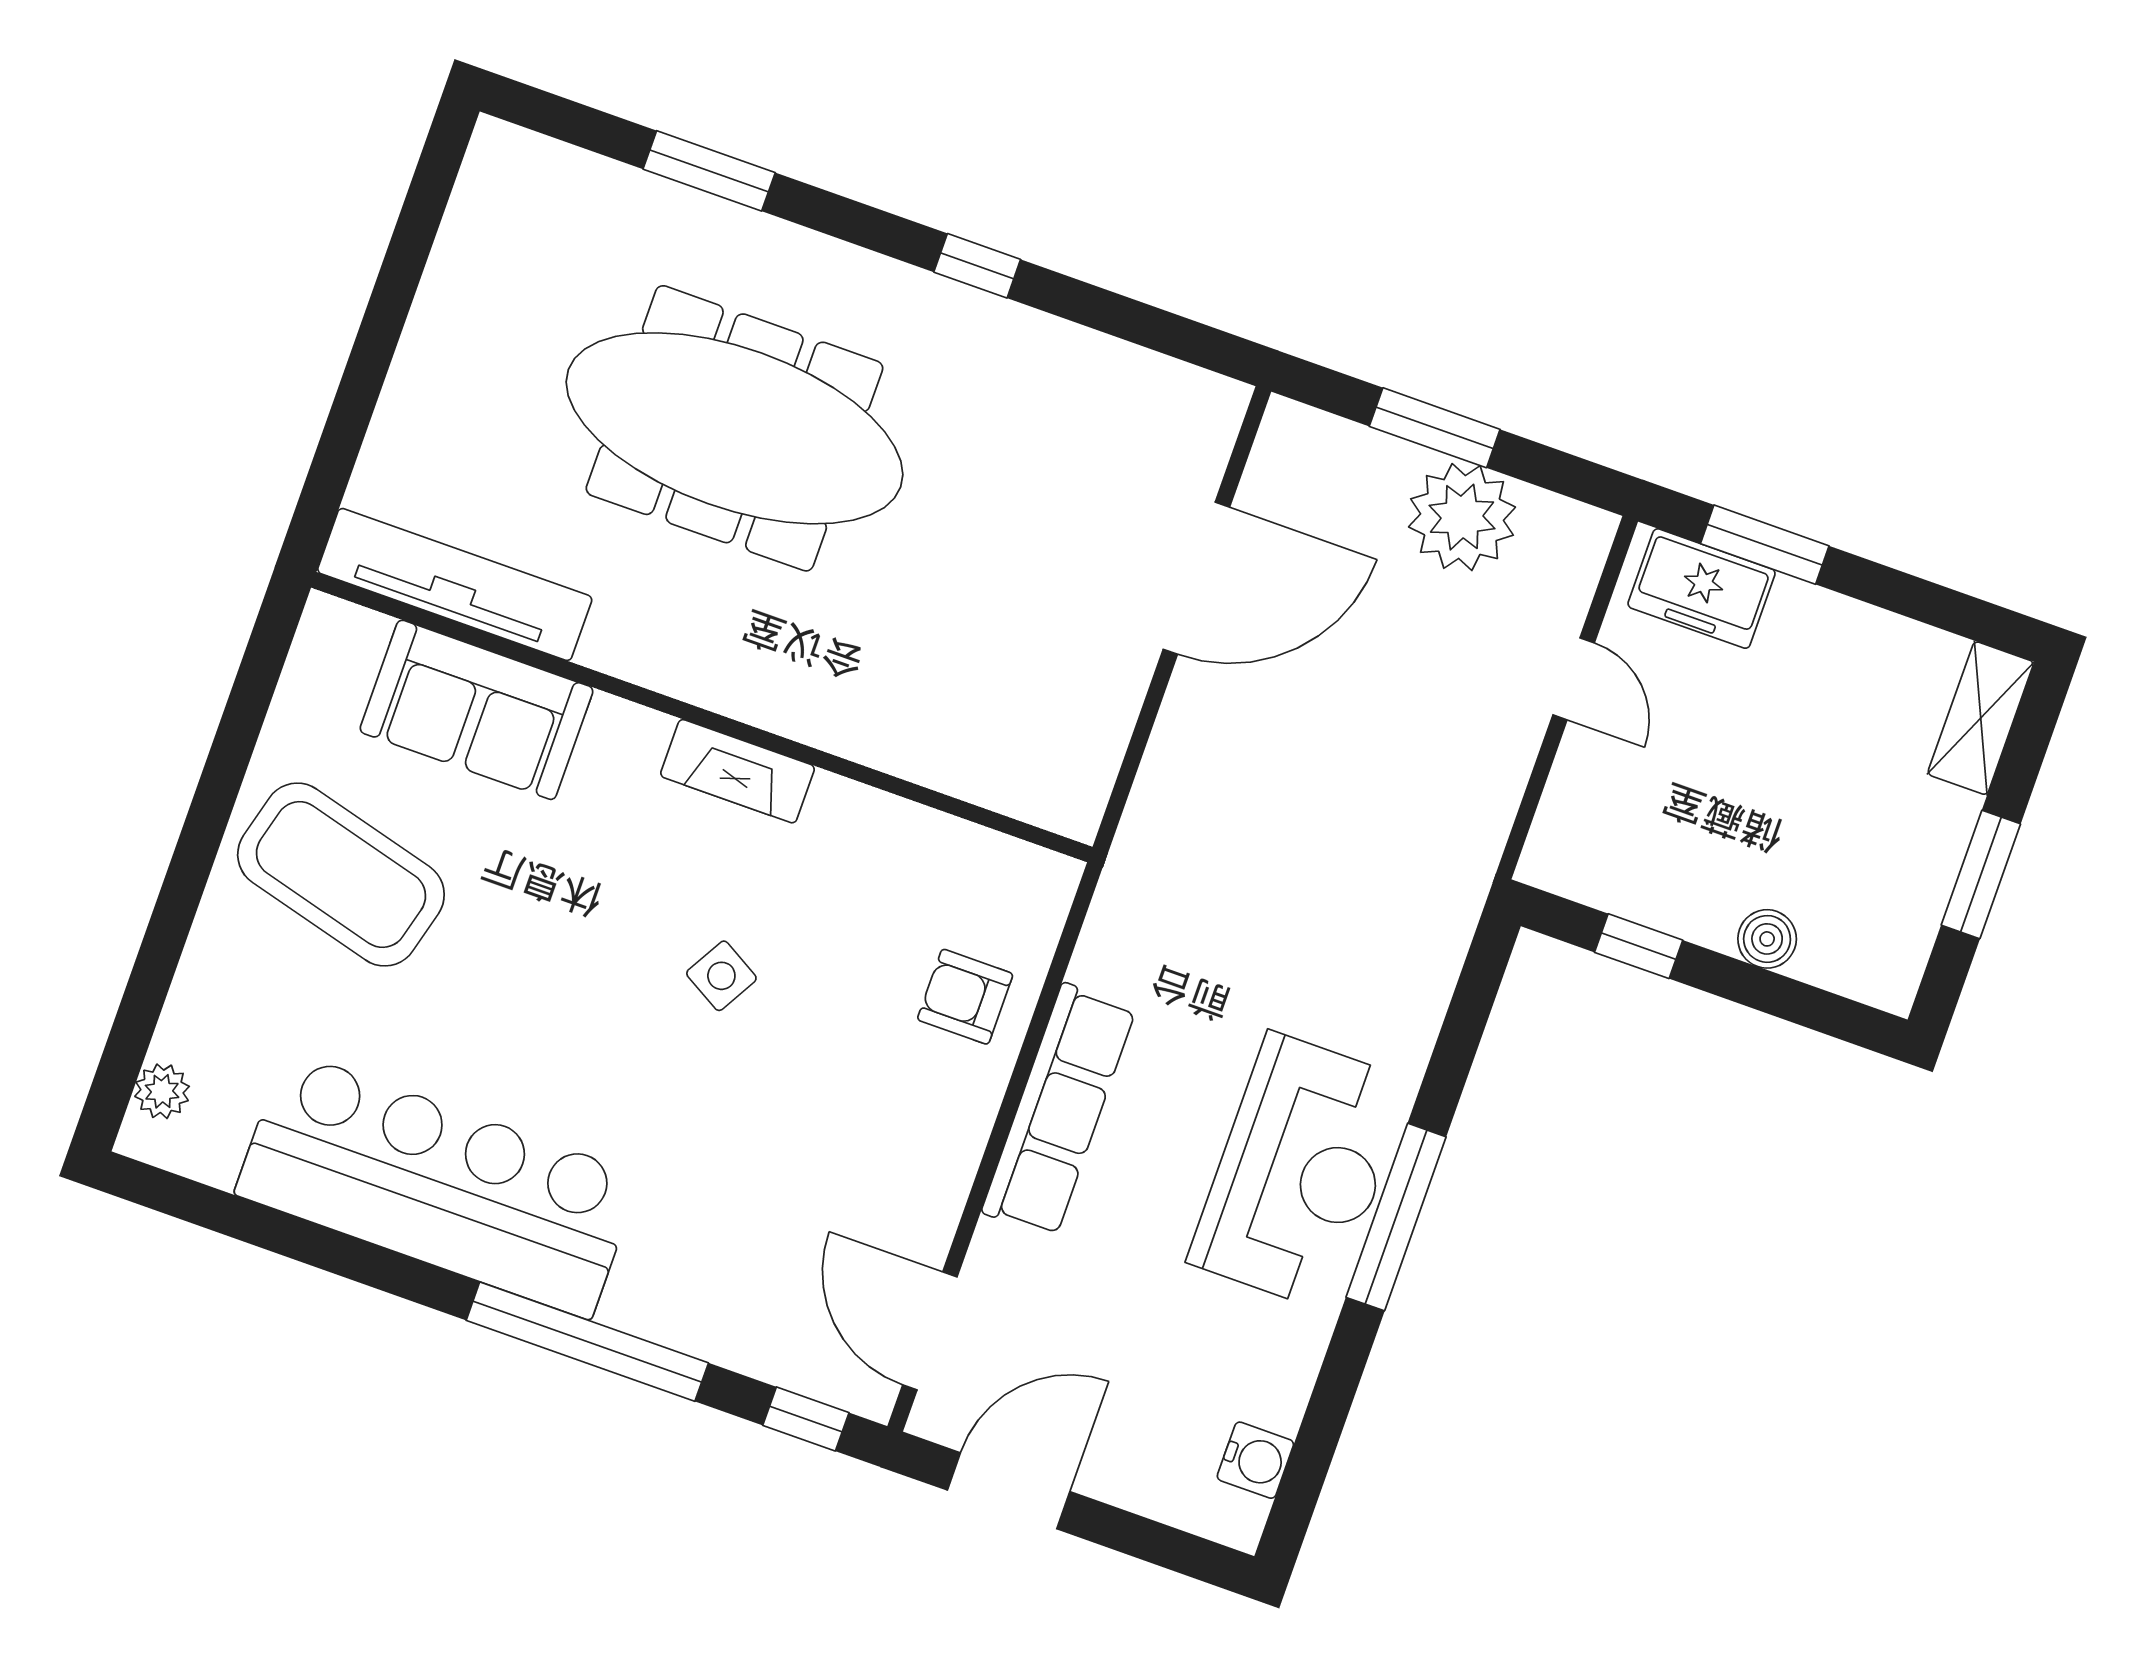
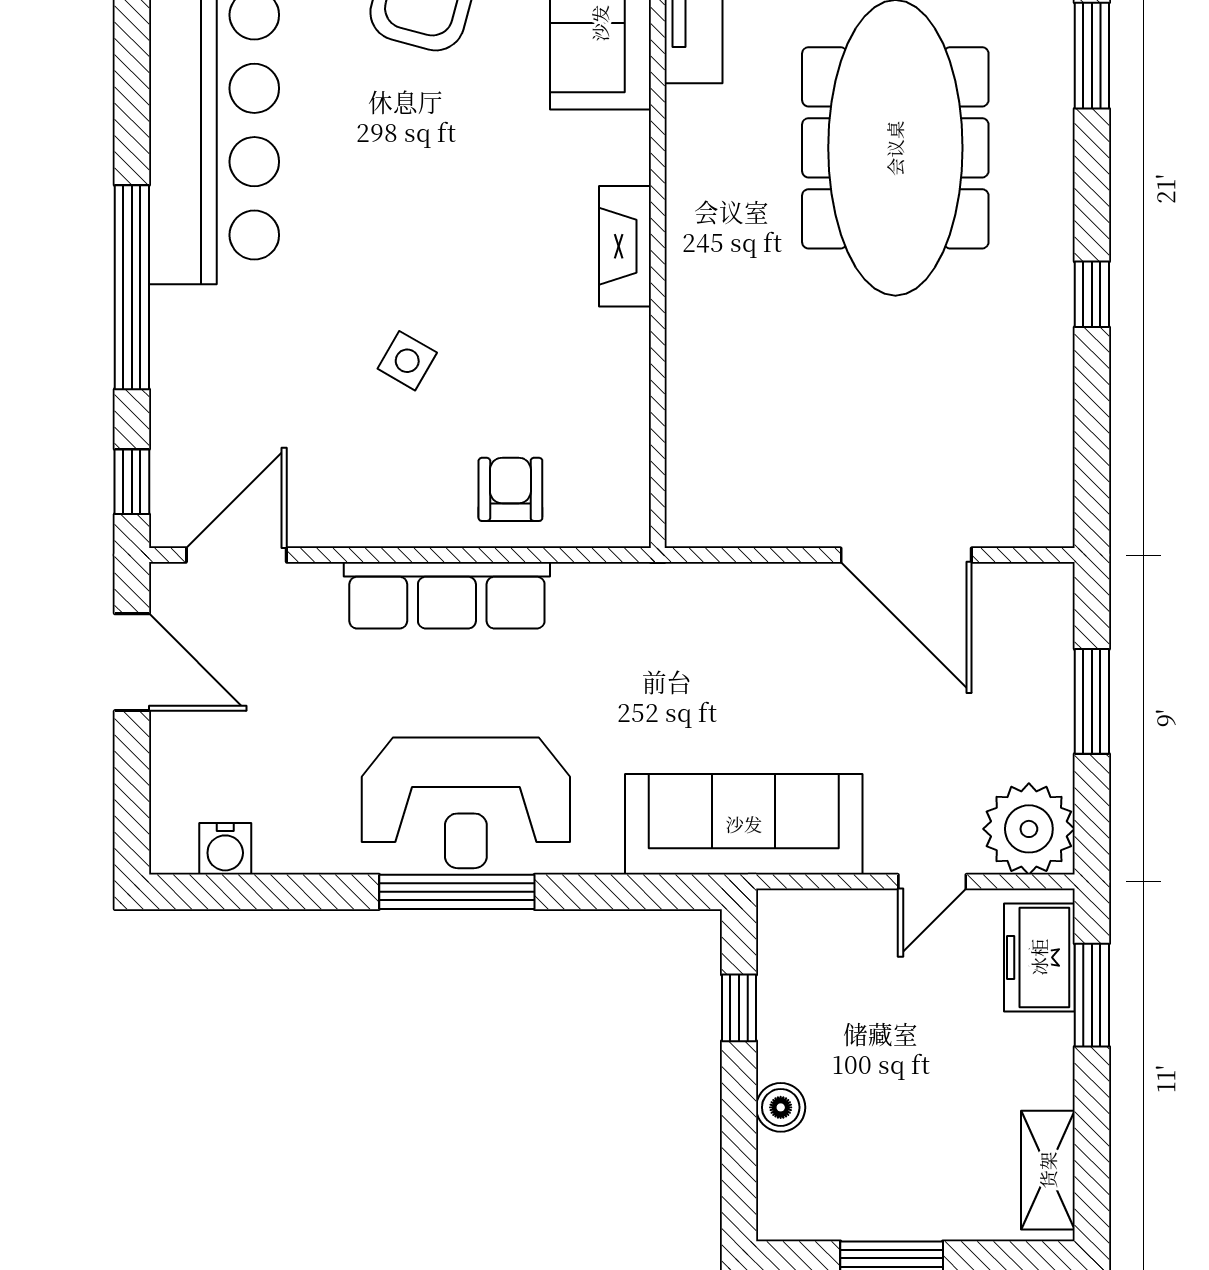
plant: (1462, 517) -> (1029, 829), moved
shelving: (1981, 718) -> (1048, 1170), moved, turned 90
sofa: (1434, 868) -> (744, 824), added
side table: (721, 976) -> (407, 361), moved

